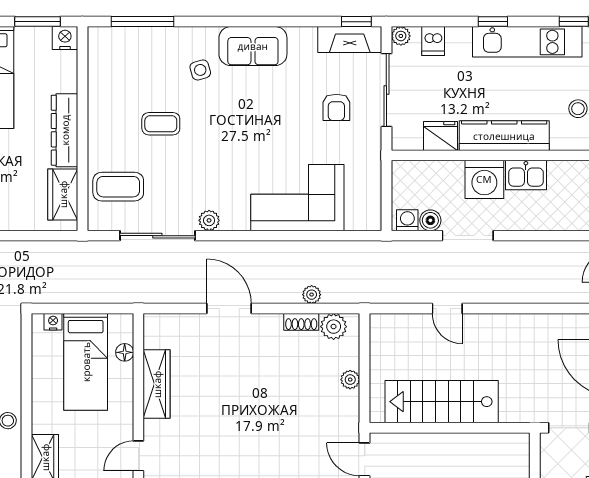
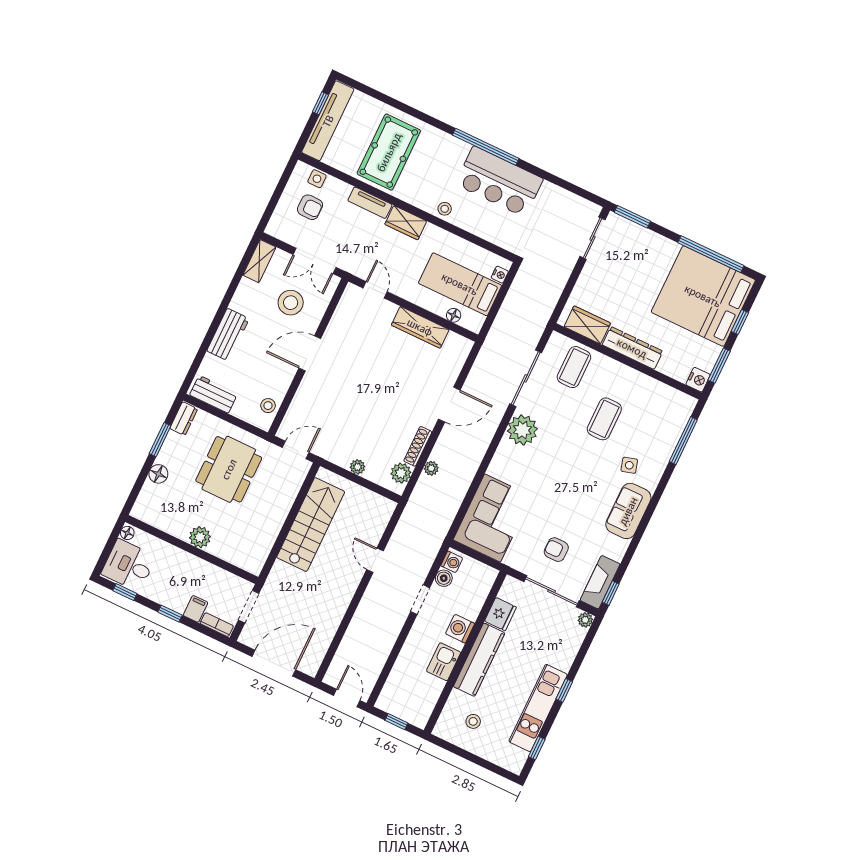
dishwasher: (433, 41) -> (571, 641), removed
coffee table: (161, 124) -> (604, 419), width x1.36, depth x1.30
washing machine: (484, 179) -> (460, 629), width x0.73, depth x0.73
corner sofa: (297, 198) -> (492, 518), moved
plant: (209, 220) -> (522, 430), width x1.88, depth x1.88
doorway: (468, 236) -> (420, 600), width x0.73
door: (447, 309) -> (375, 560), hinge flipped
shoe rack: (301, 322) -> (418, 446), width x1.43

